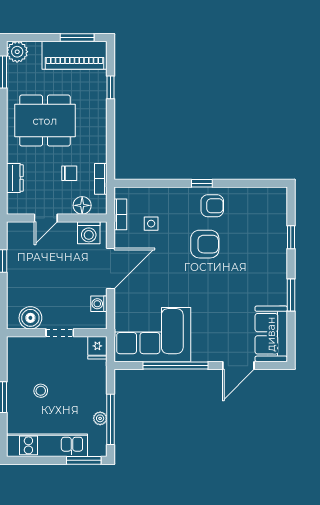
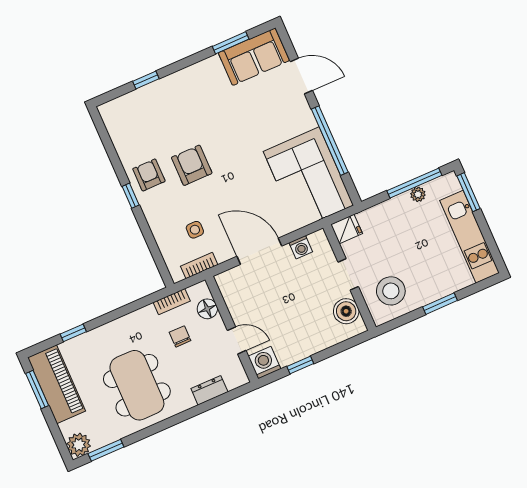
washing machine: (89, 233) -> (264, 363), moved, turned -90
window: (291, 295) -> (231, 43), moved
stool: (41, 391) -> (391, 291), moved, width x1.89, depth x1.89

